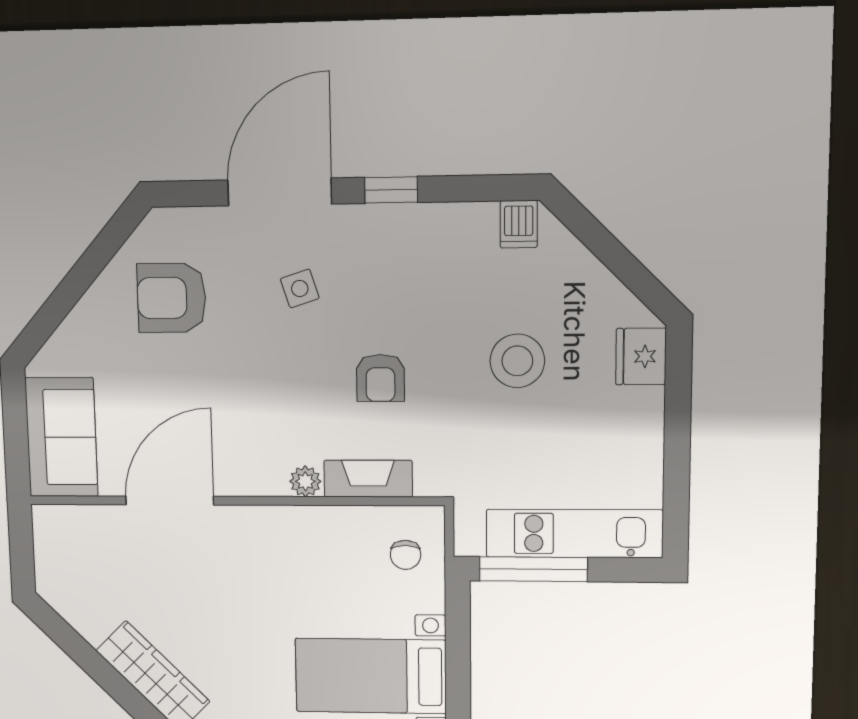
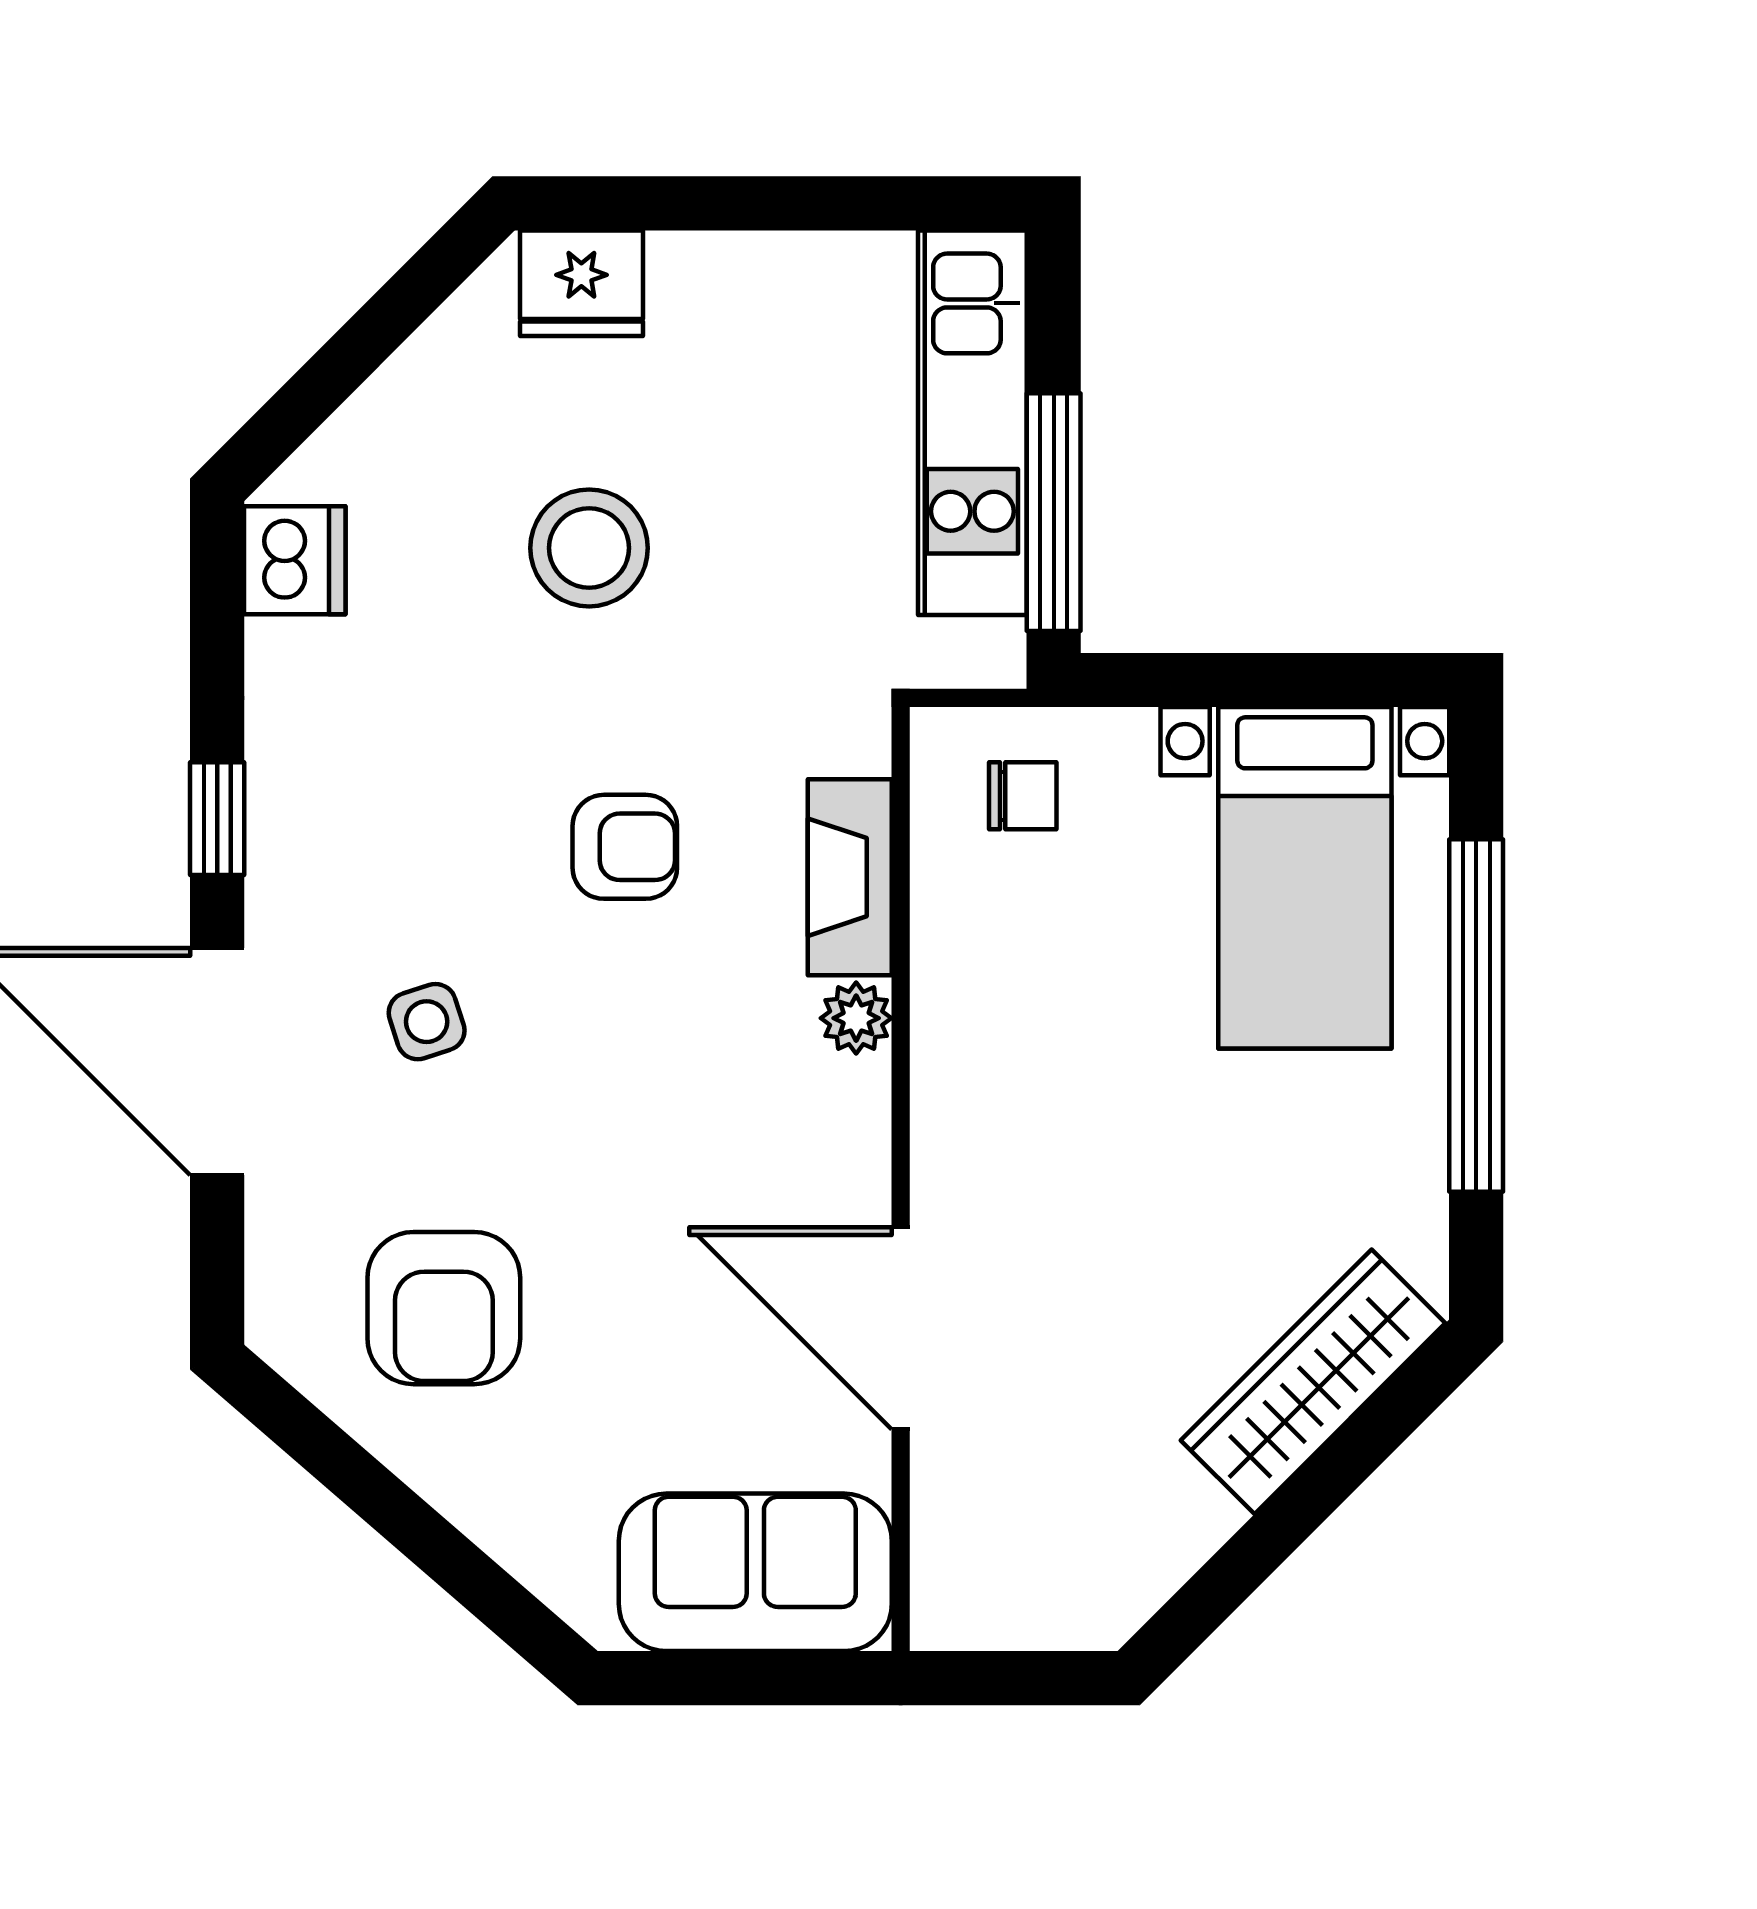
dishwasher: (519, 224) -> (295, 560), width x1.38

